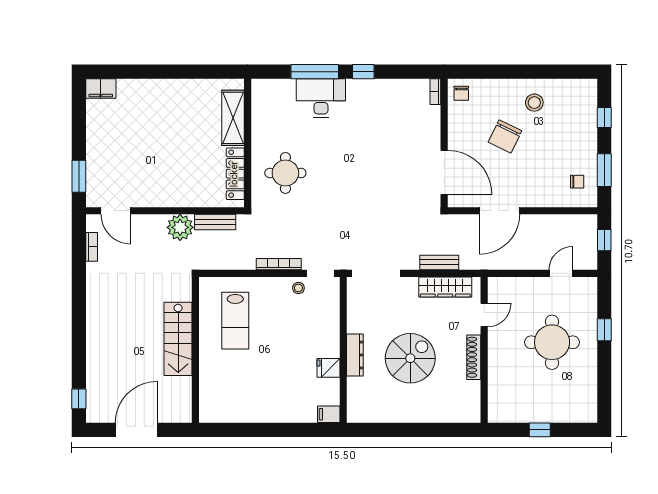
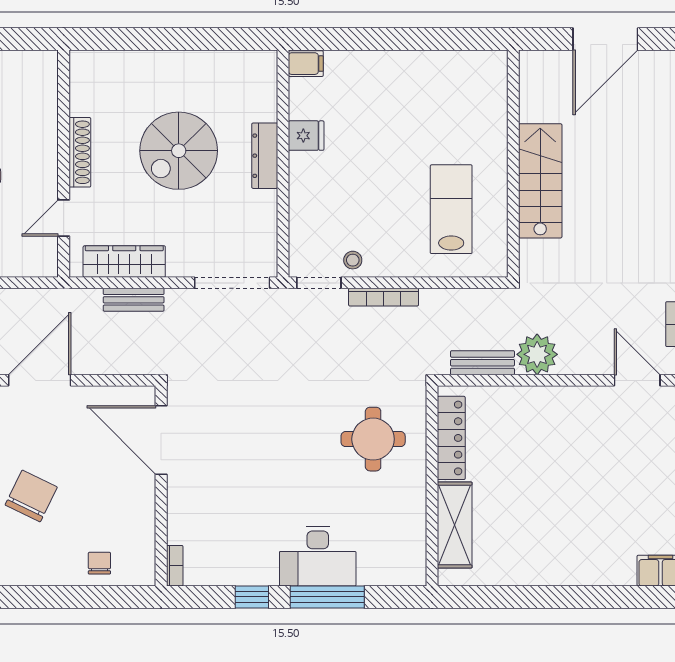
bookcase: (435, 92) -> (175, 566), moved
wall: (444, 143) -> (161, 486), moved
door: (444, 172) -> (161, 440), moved

